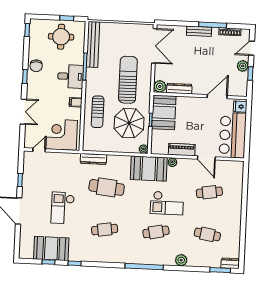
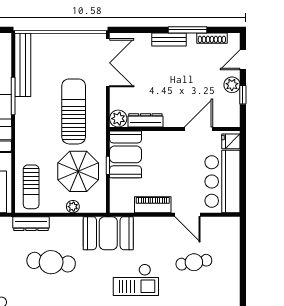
sun lounger: (98, 112) -> (31, 187), moved
plant: (143, 149) -> (73, 207), moved
plant: (172, 162) -> (141, 223), removed

